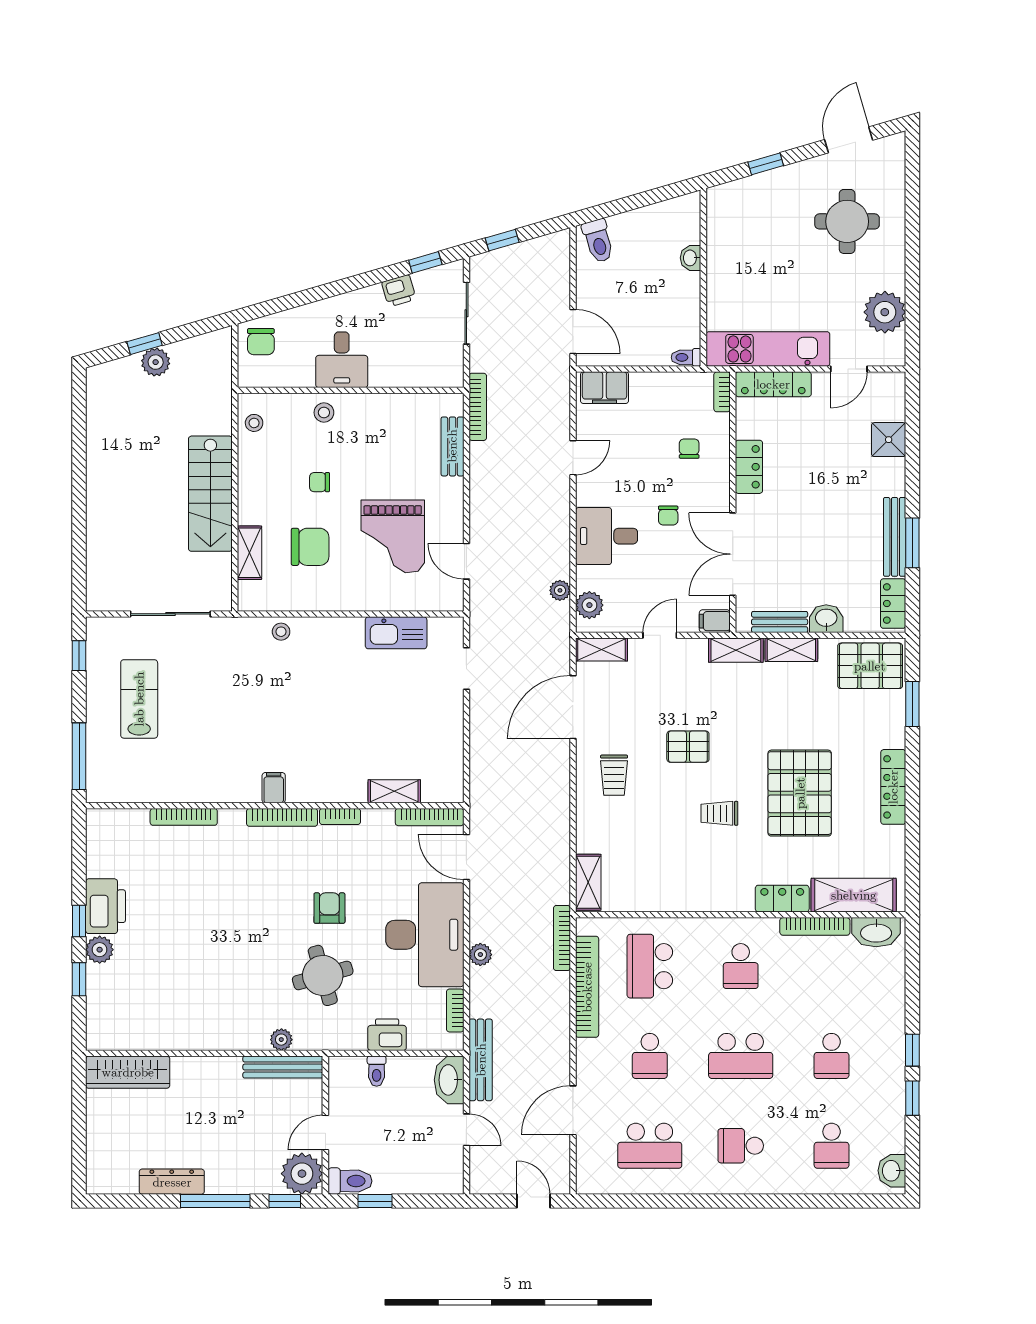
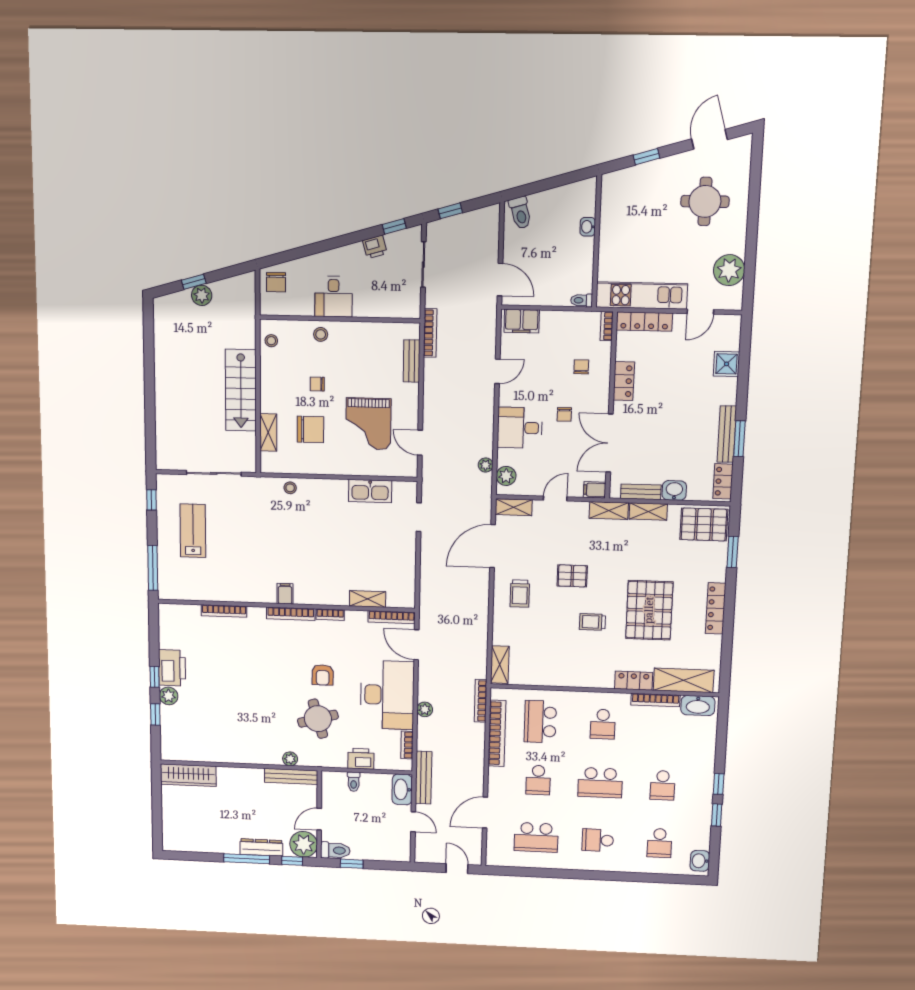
armchair: (329, 908) -> (323, 675), turned 180
dresser: (172, 1182) -> (261, 847), moved

